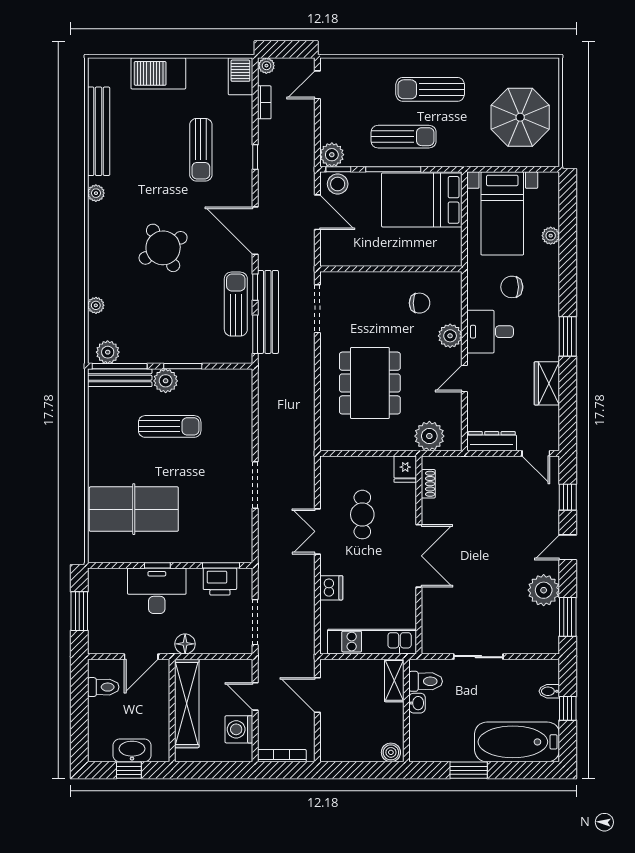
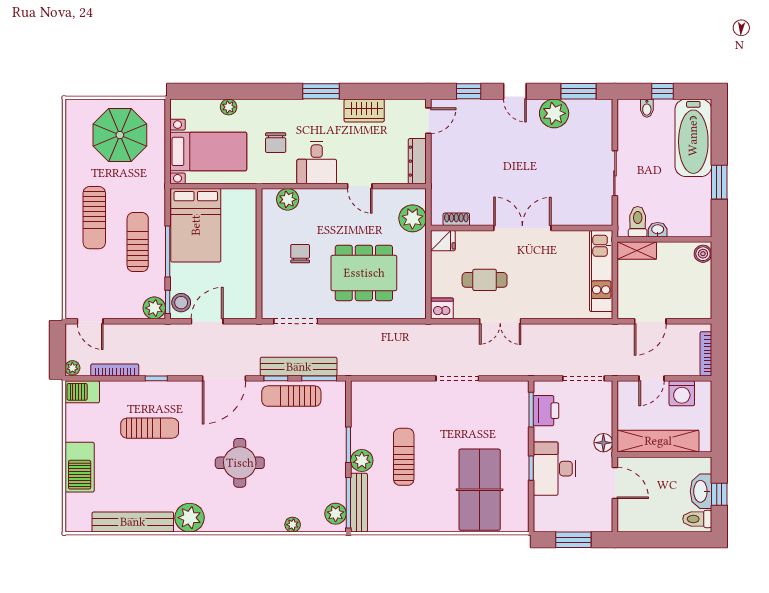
bookcase: (264, 102) -> (115, 370), width x1.56
plant: (96, 193) -> (190, 518), width x1.87, depth x1.87
round table: (163, 248) -> (240, 463), turned 30
chair: (420, 303) -> (300, 254), moved
plant: (450, 336) -> (288, 199), moved
dishwasher: (331, 588) -> (442, 308), moved
toilet: (103, 687) -> (697, 519), moved, turned -90

